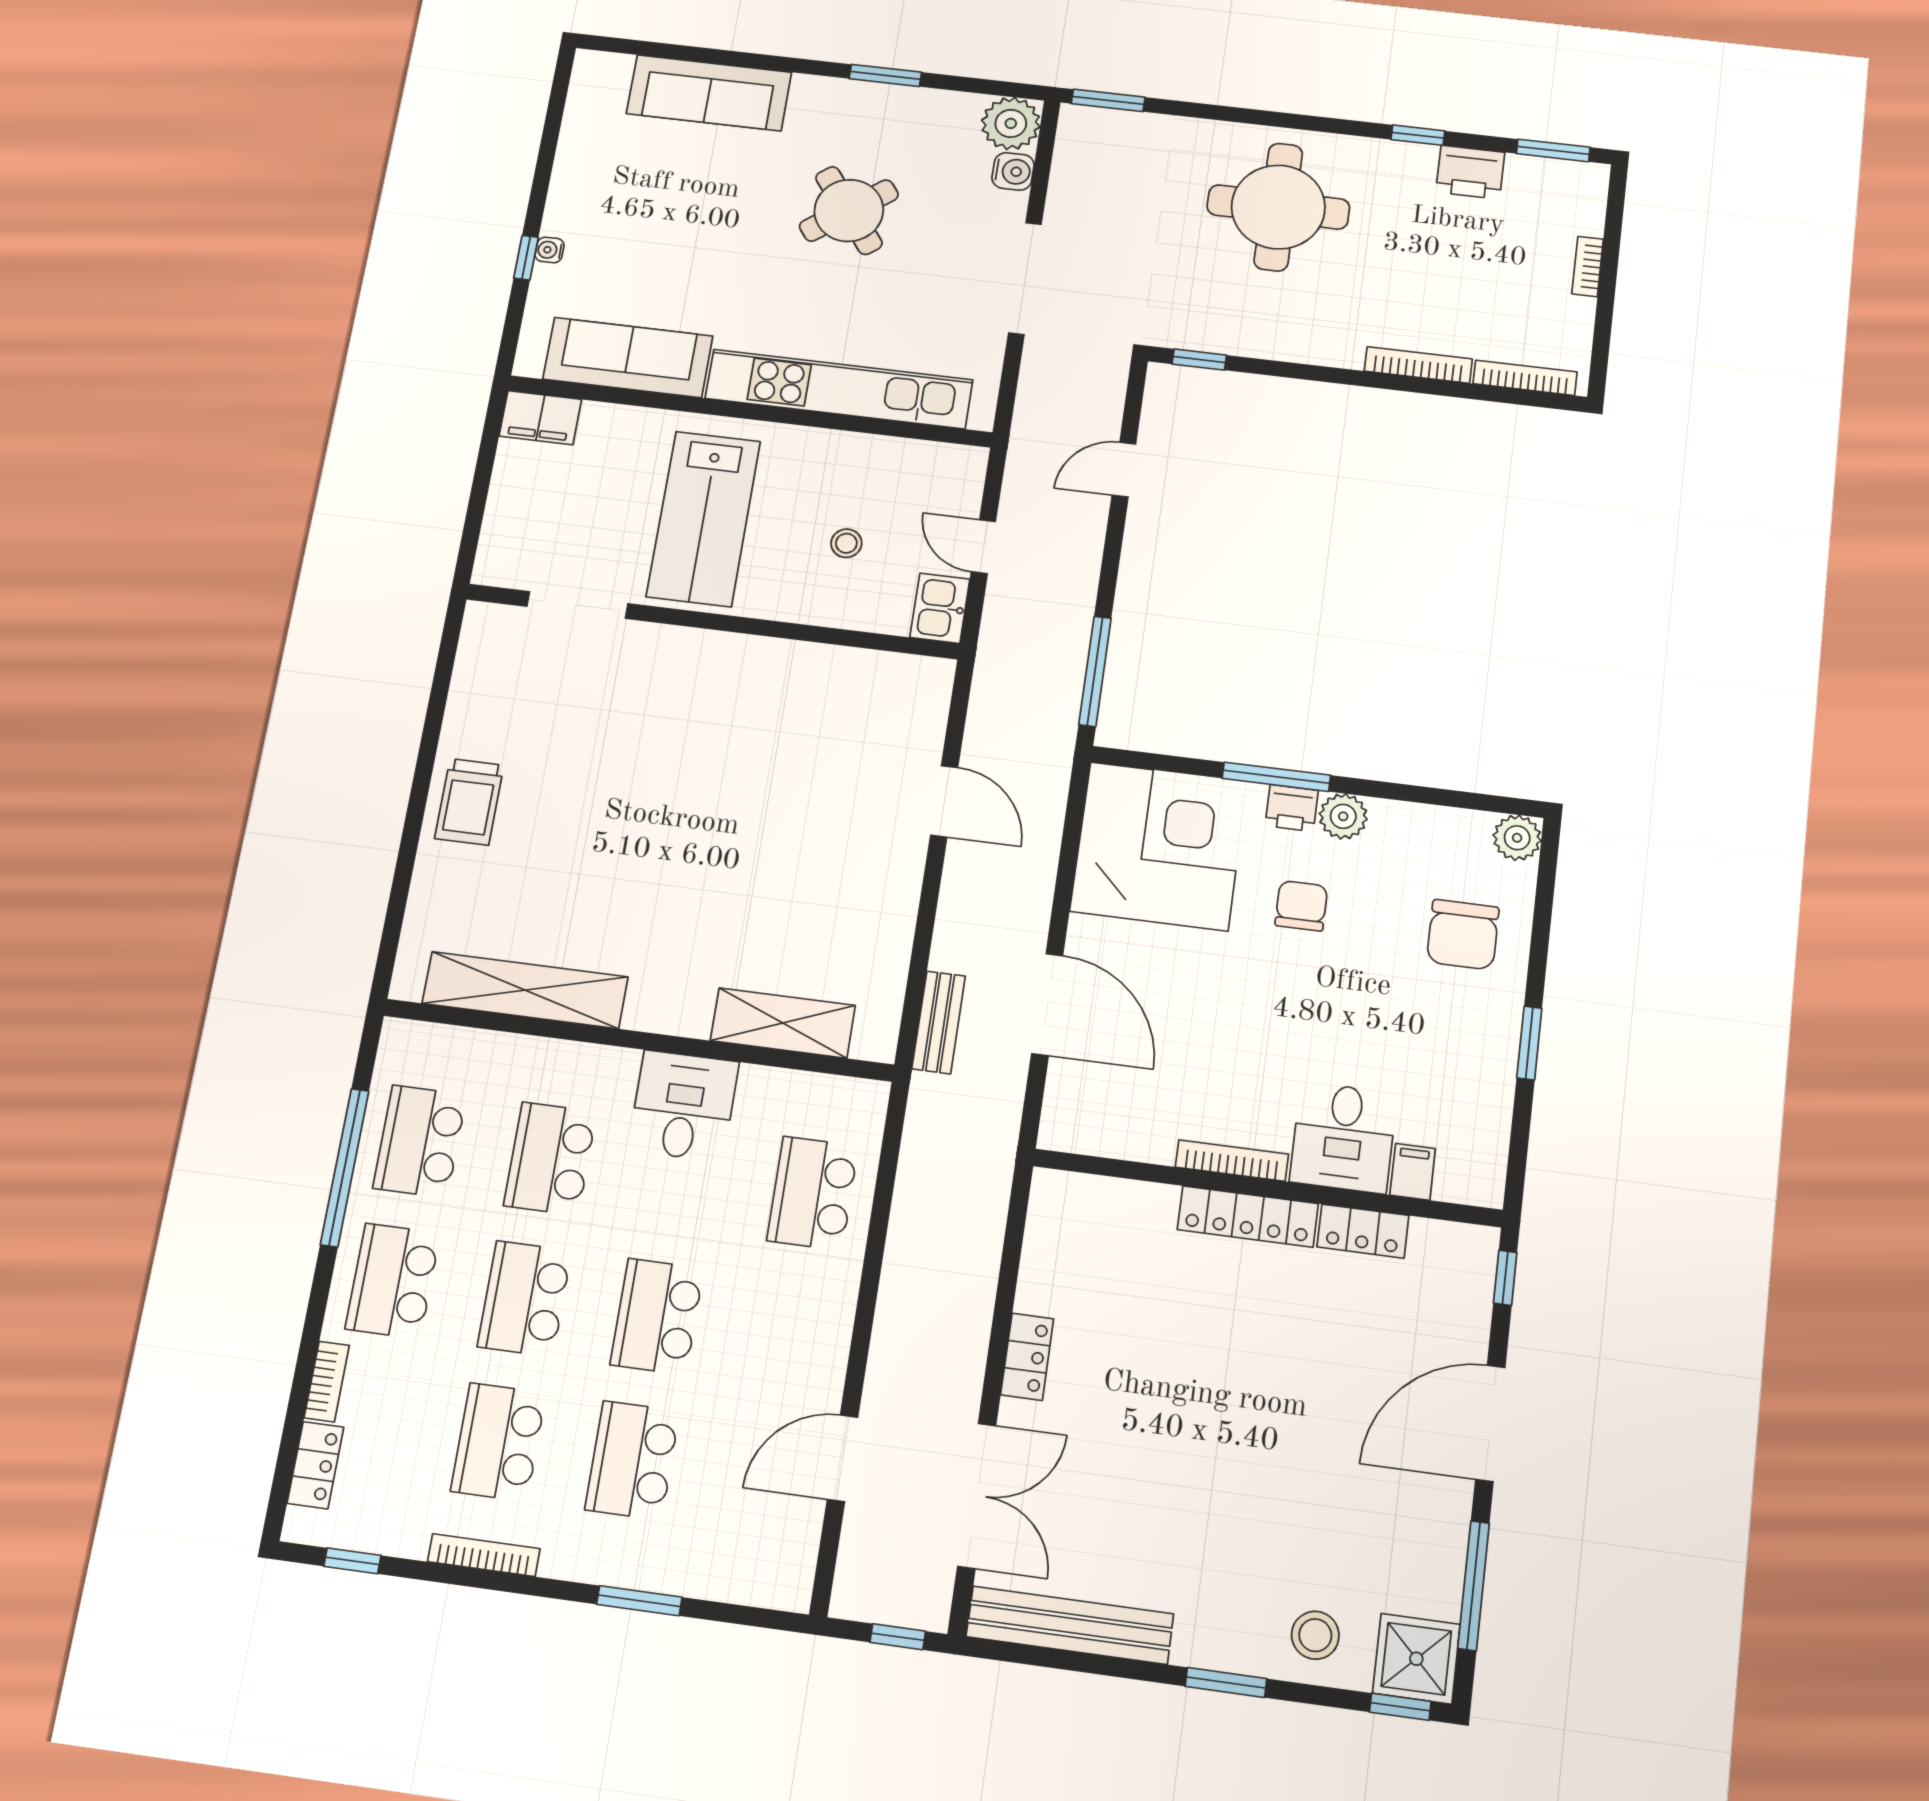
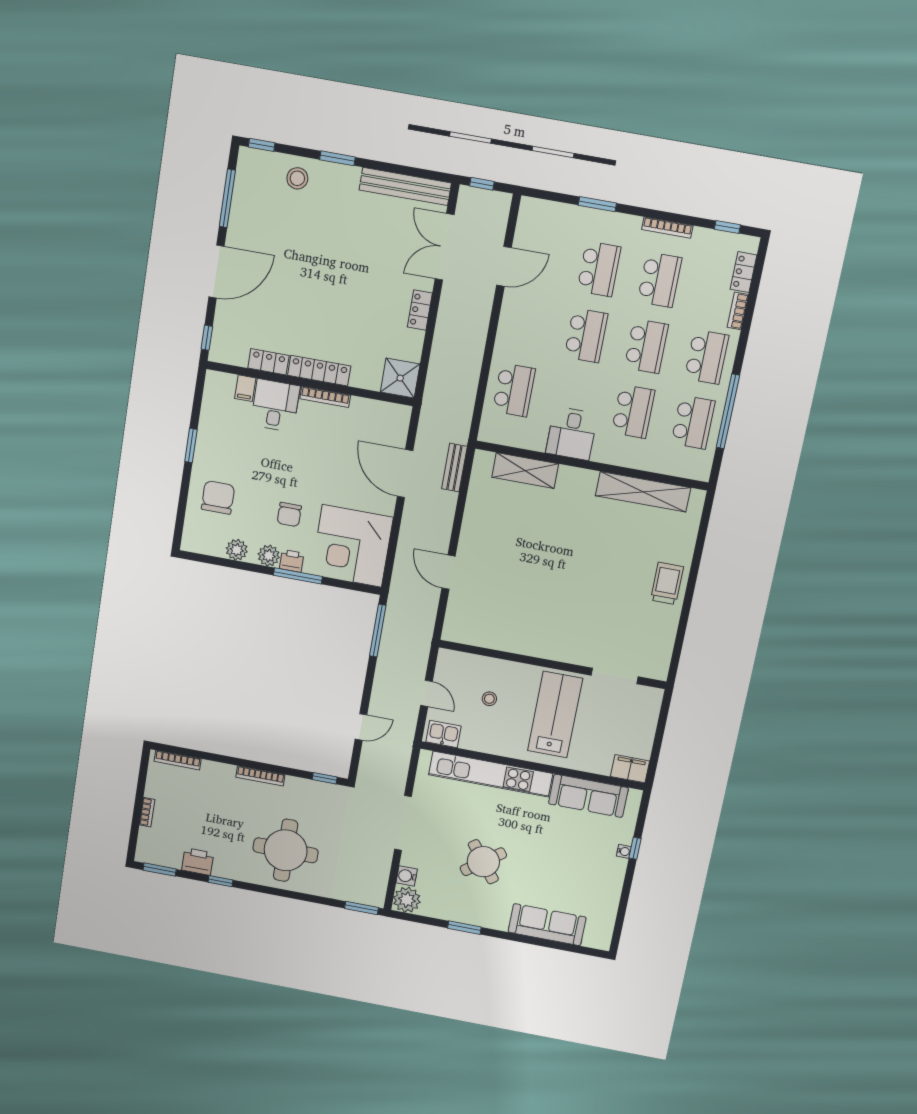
bookcase: (1418, 365) -> (260, 776), moved
kitchen sink: (940, 608) -> (443, 734), moved, turned -90
plant: (1517, 838) -> (237, 550), moved
shower: (1416, 1659) -> (400, 378), moved

